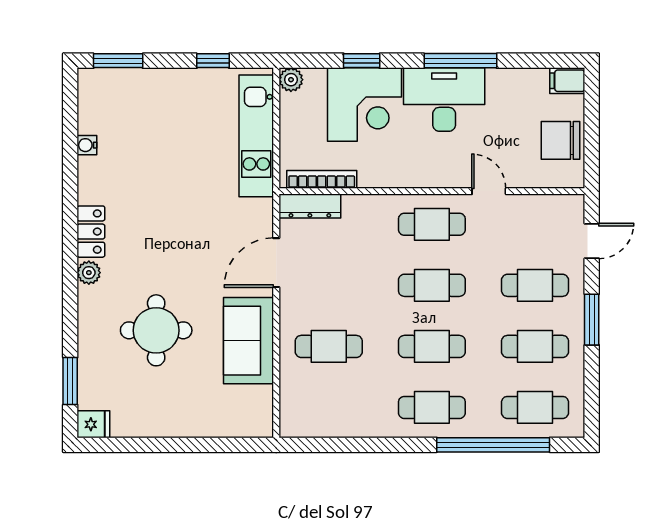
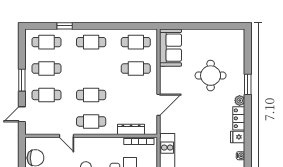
dresser: (310, 206) -> (131, 129), moved
sofa: (249, 341) -> (171, 48), moved
cafe table: (432, 346) -> (136, 42), moved
window: (70, 381) -> (248, 84), moved
fridge: (93, 424) -> (238, 137), moved
window: (493, 445) -> (65, 26), width x0.32

